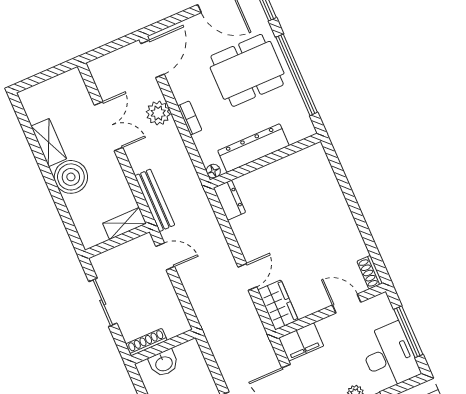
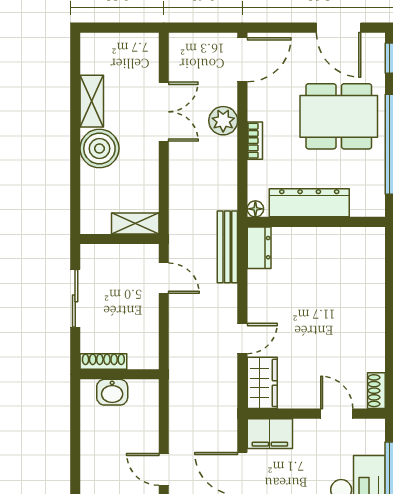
bench: (155, 200) -> (227, 247), moved

